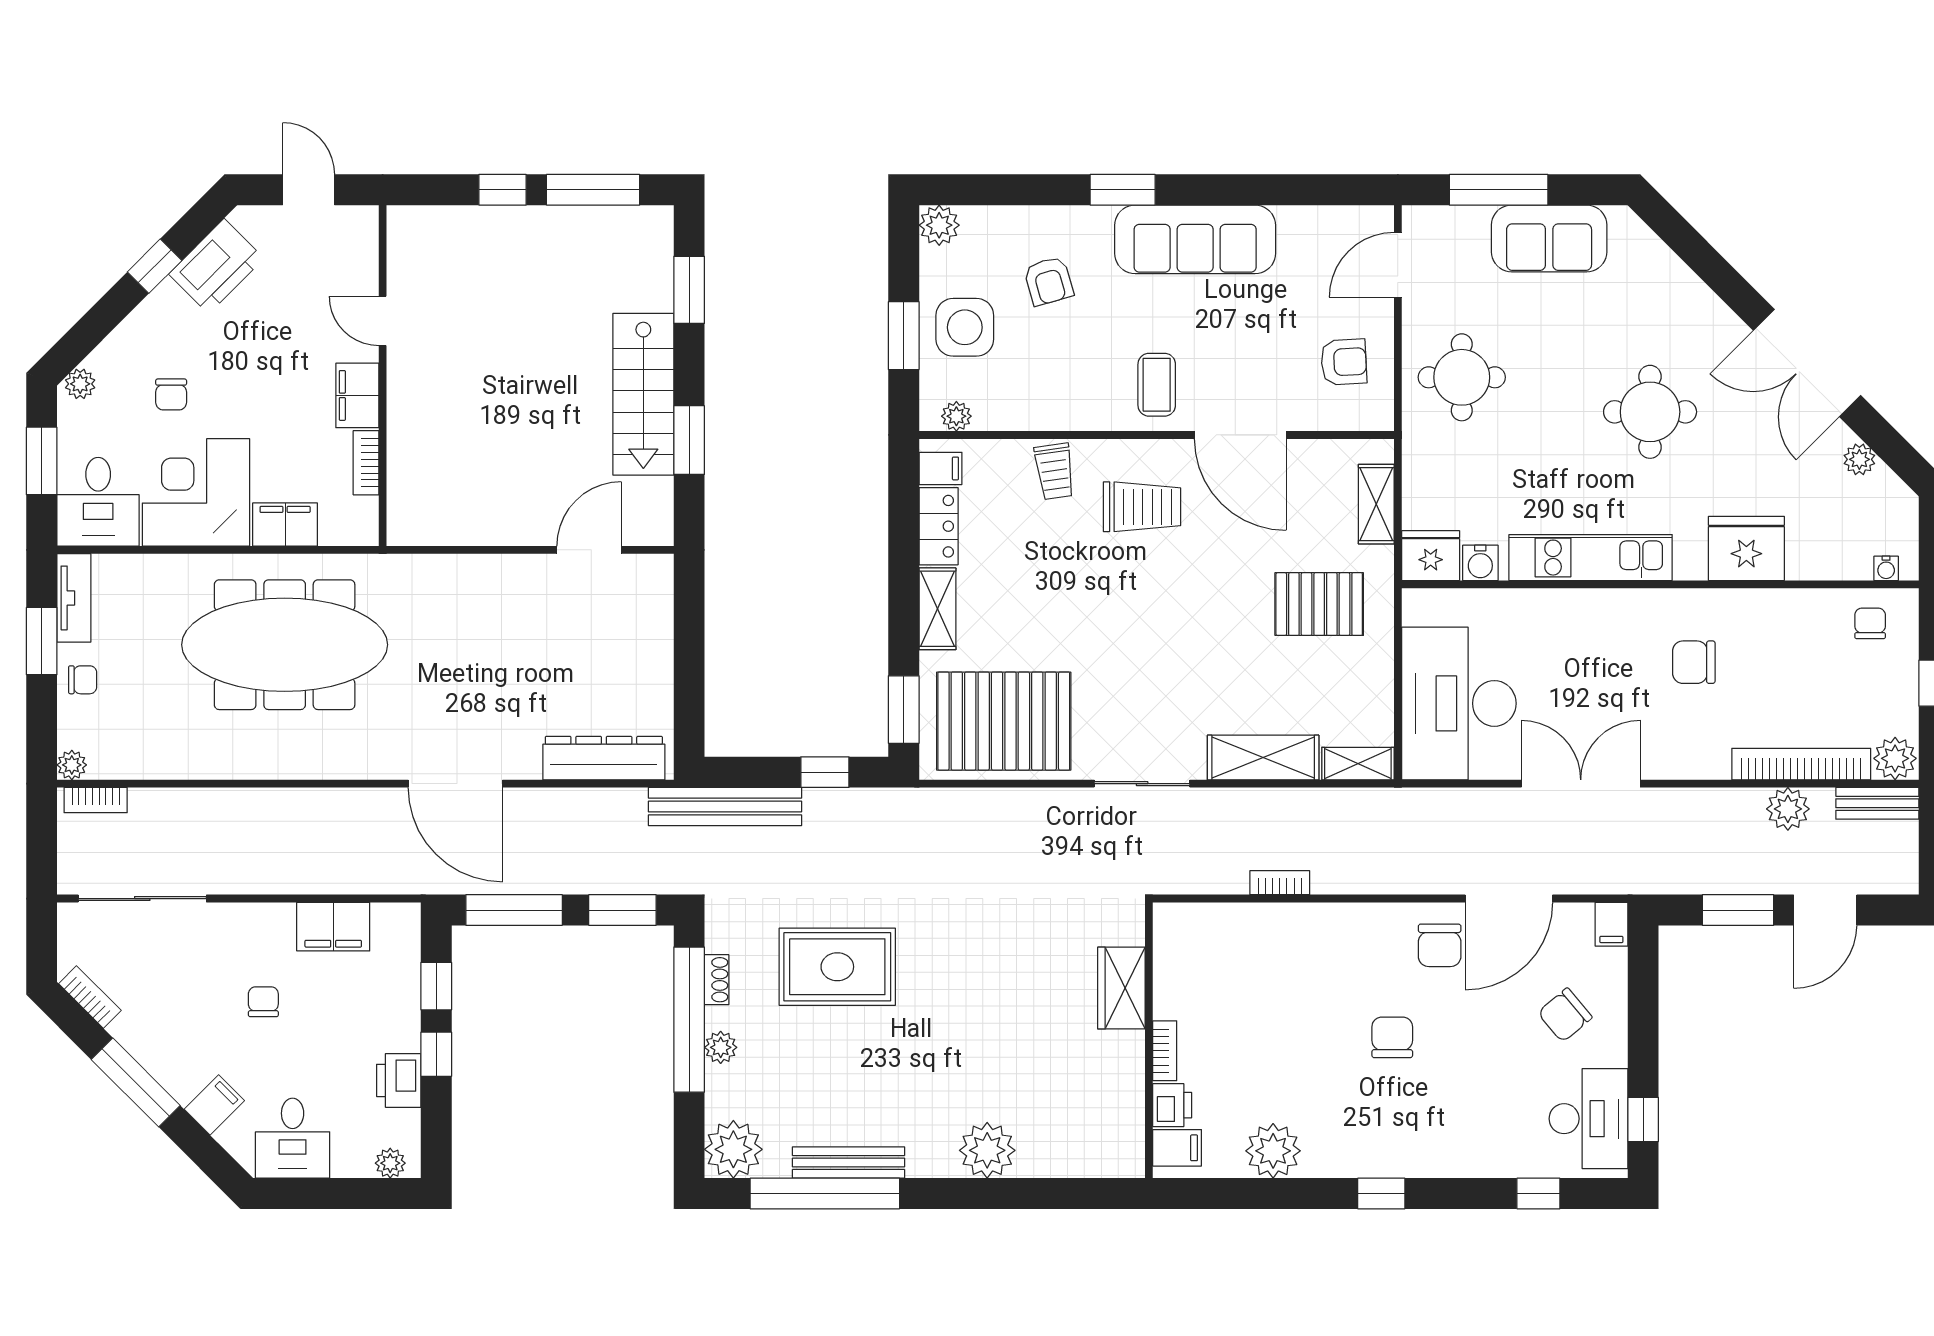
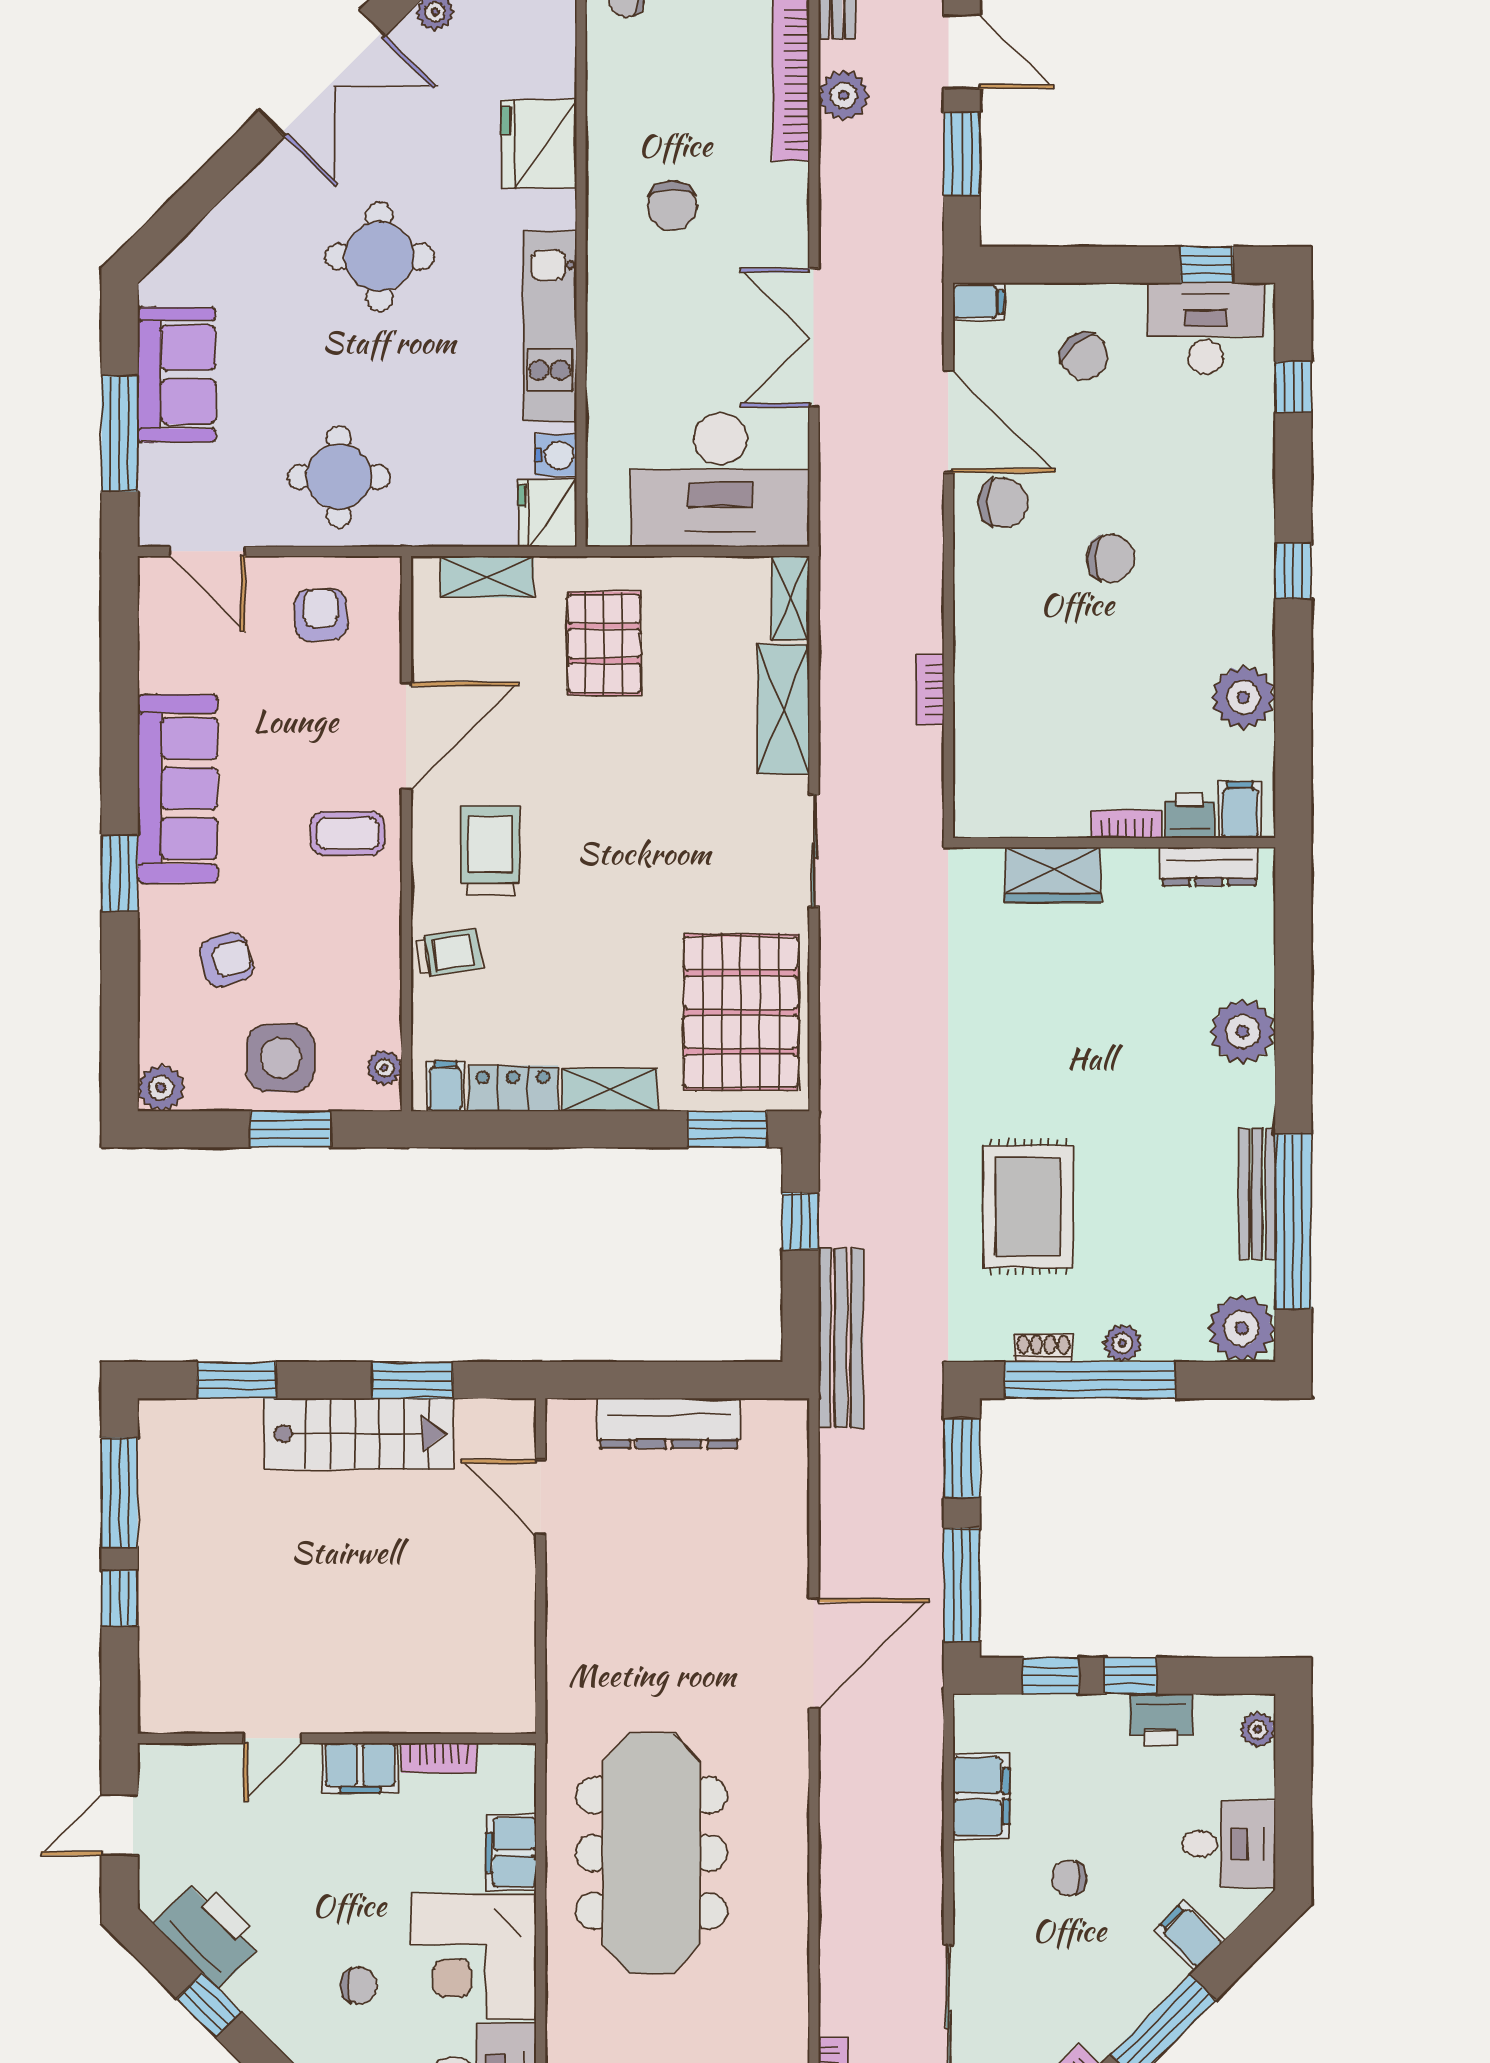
dresser: (604, 758) -> (669, 1423), moved, turned -90
chair: (1392, 1037) -> (1111, 558), turned 180
dresser: (1129, 1122) -> (1209, 866), added

